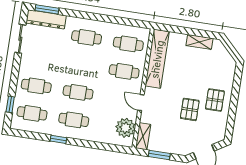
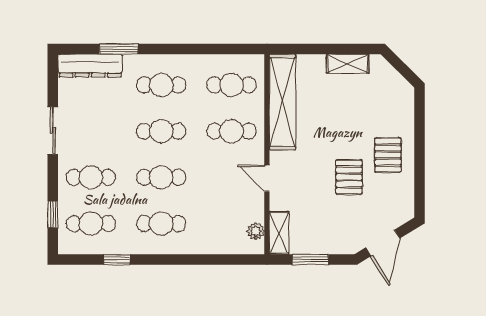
window: (47, 9) -> (119, 49), moved
sliding door: (20, 39) -> (53, 131), moved
cafe table: (82, 65) -> (161, 131), added
plant: (125, 128) -> (256, 231), width x0.53, depth x0.53
window: (58, 139) -> (117, 260), moved

